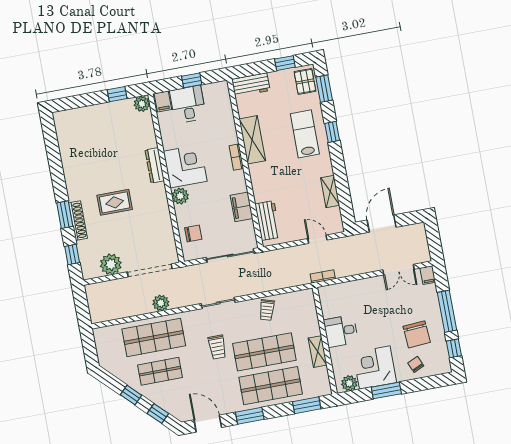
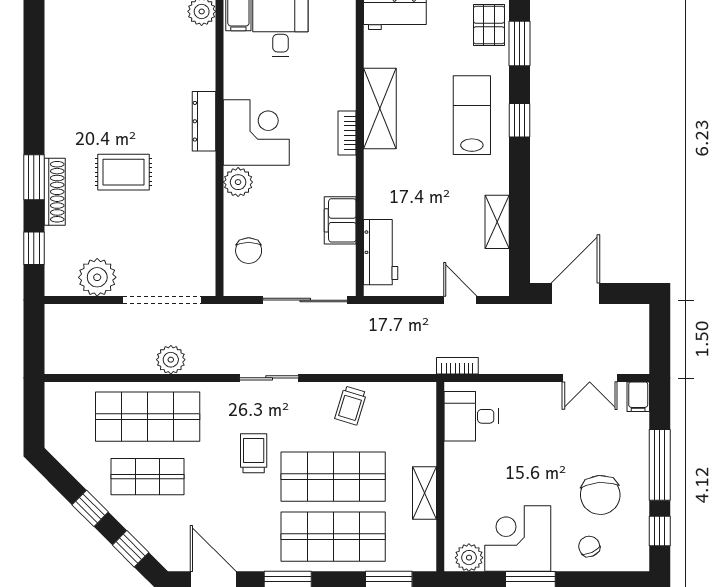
chair: (193, 233) -> (249, 251), turned 90
desk: (341, 331) -> (471, 416), moved
trolley: (217, 347) -> (254, 453), turned 180

